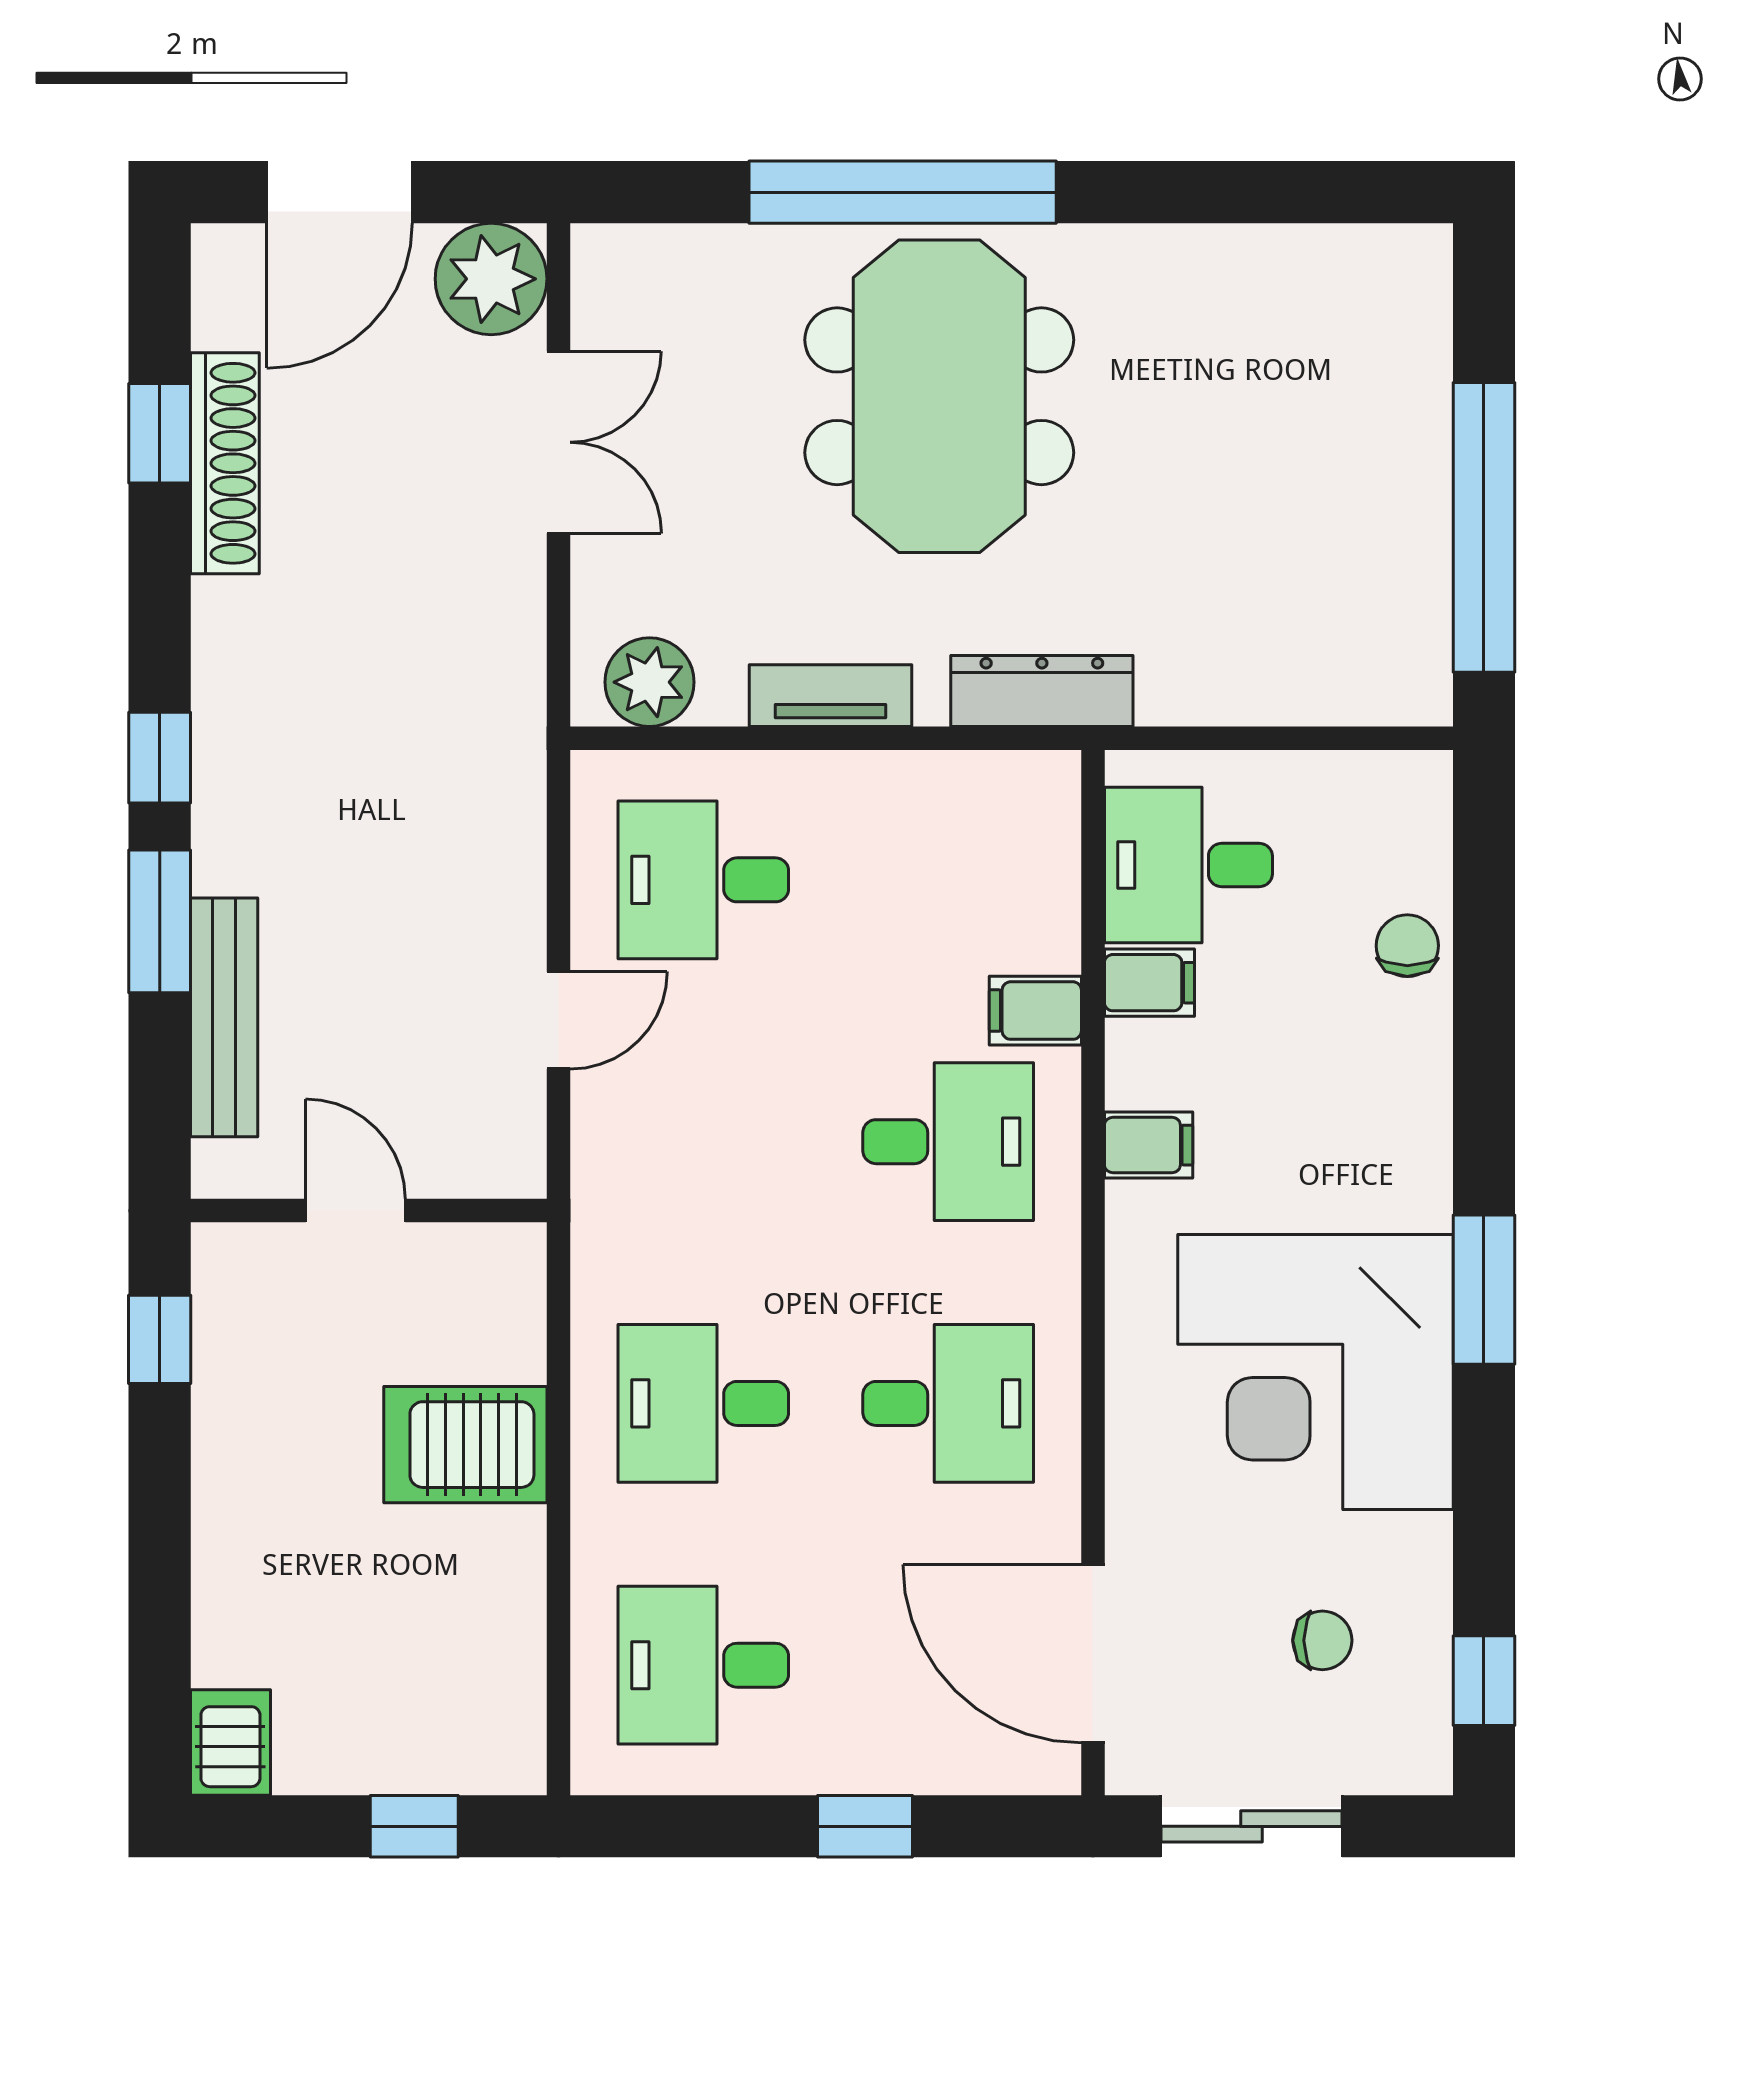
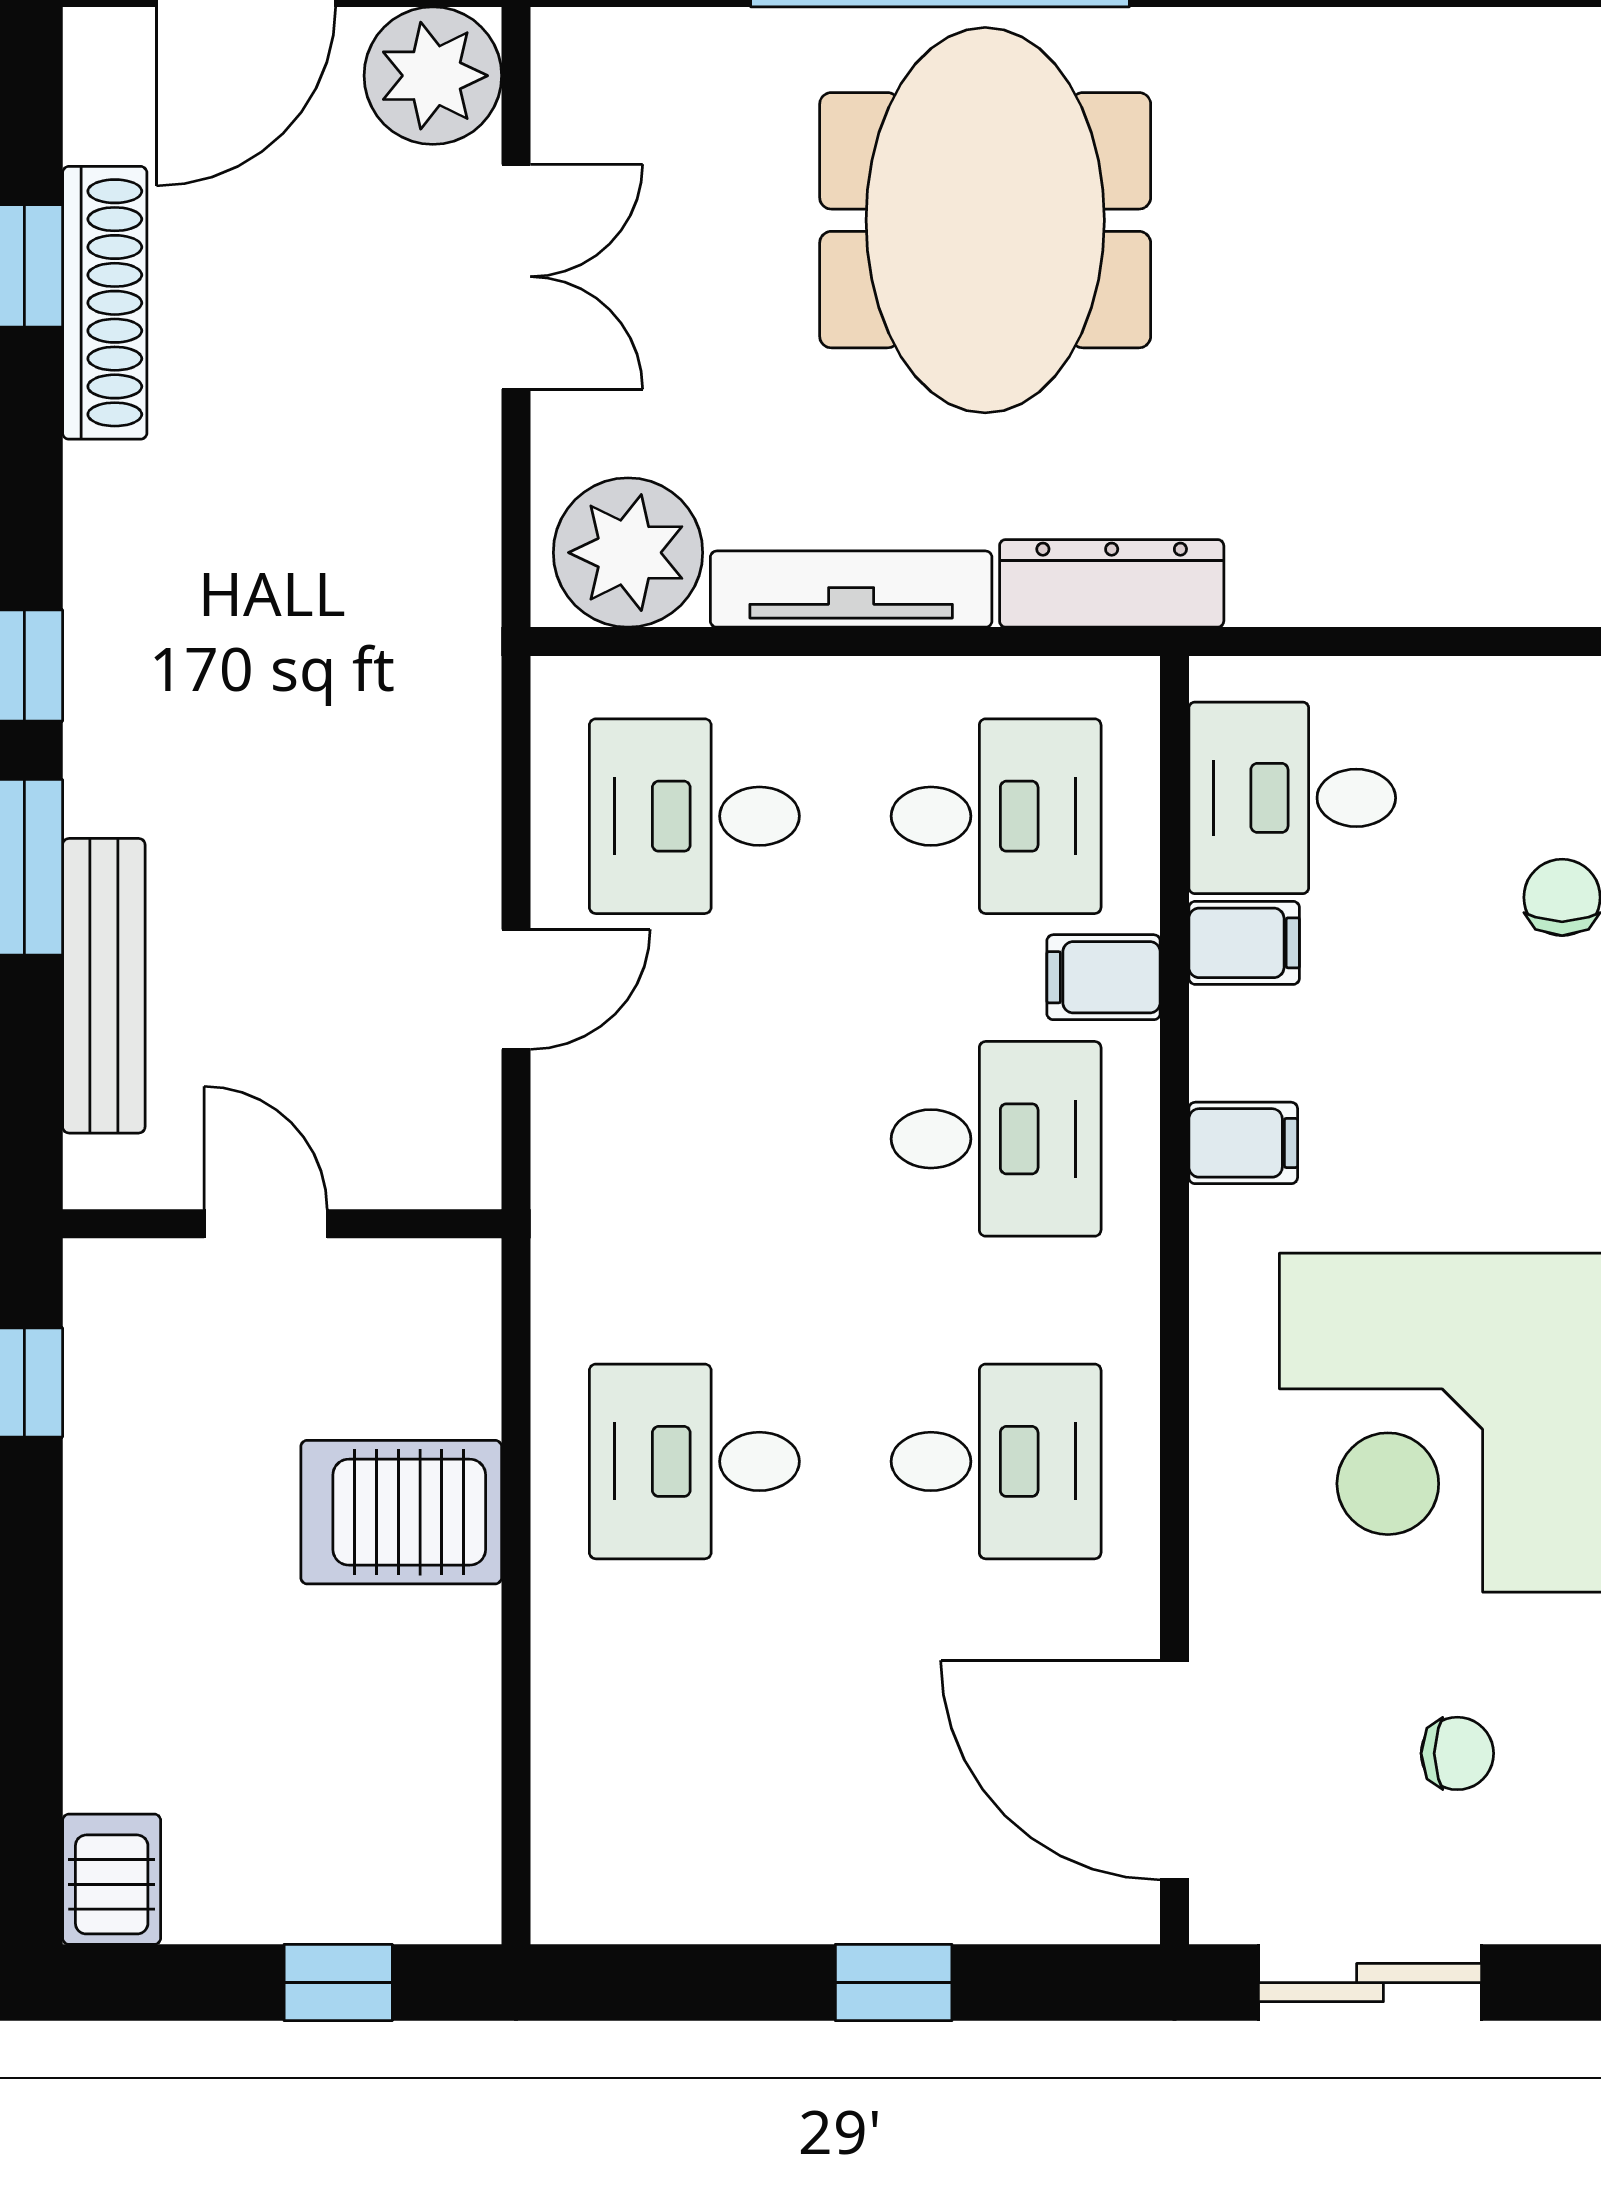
plant: (649, 682) -> (628, 553), width x1.36, depth x1.36
tv unit: (831, 696) -> (851, 589), width x1.41
desk: (703, 1665) -> (996, 816), moved, turned 180

